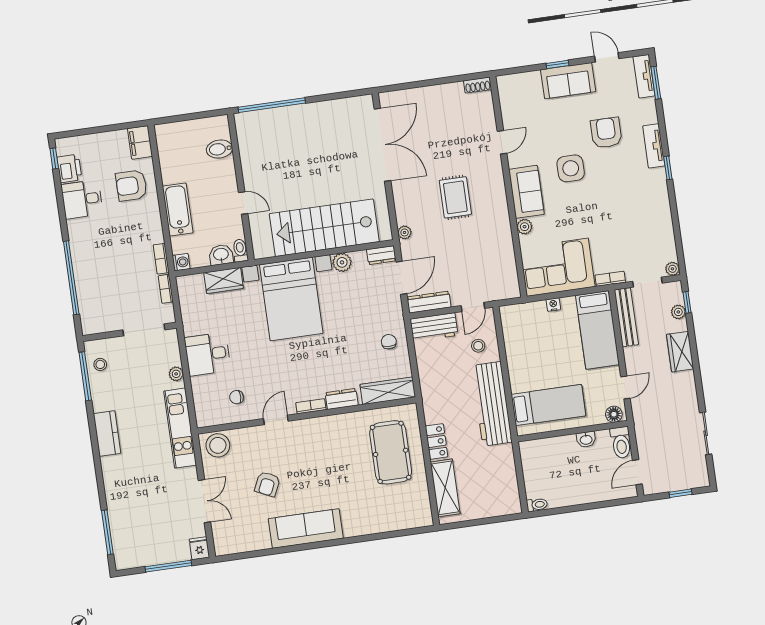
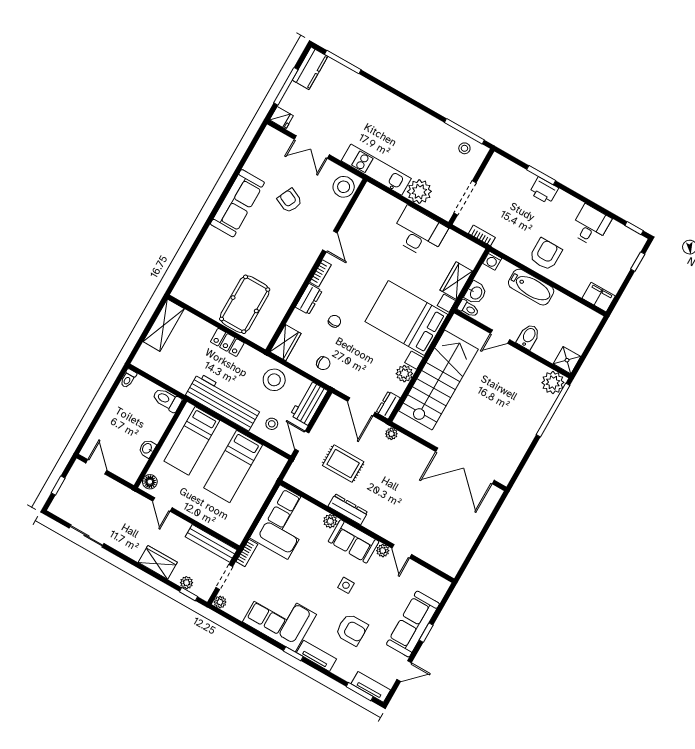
sofa: (568, 81) -> (413, 624), width x1.36
shoe rack: (478, 85) -> (455, 565), removed
plant: (248, 124) -> (553, 383), added
shower: (218, 127) -> (567, 360), added
window: (81, 132) -> (638, 262), added
bidet: (219, 149) -> (528, 337), moved
plant: (514, 160) -> (383, 551), added
printer: (69, 168) -> (544, 191), moved
side table: (571, 168) -> (346, 585), width x0.54, depth x0.54
armchair: (131, 186) -> (546, 254), moved
rug: (455, 197) -> (343, 464), moved
corner sofa: (646, 205) -> (280, 618), added
bookcase: (161, 259) -> (506, 249), removed
window: (71, 278) -> (541, 175), width x0.47
dresser: (429, 302) -> (348, 509), moved, turned -90
nightstand: (553, 305) -> (260, 499), removed
bed: (597, 330) -> (233, 466), moved, turned -90
desk: (208, 354) -> (419, 233), width x1.37
plant: (176, 374) -> (419, 192), width x1.88, depth x1.88
stool: (437, 374) -> (274, 380), added
wardrobe: (388, 391) -> (285, 343), width x0.67
chair: (237, 397) -> (334, 321), moved
kitchen counter: (107, 433) -> (310, 68), moved, turned -90
toilet: (621, 443) -> (167, 400), moved
pool table: (391, 452) -> (245, 304), turned 90
shelving: (445, 488) -> (164, 325), moved, turned 90

